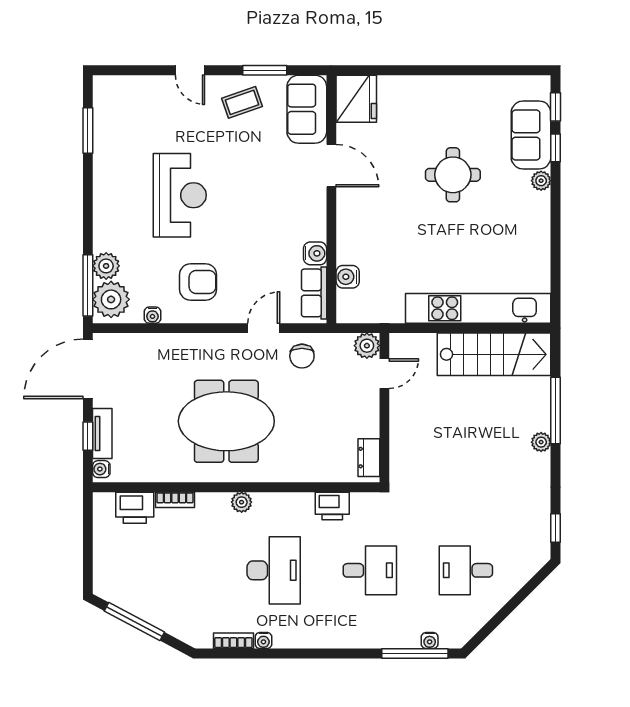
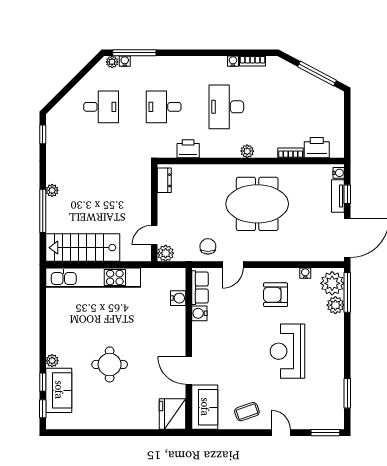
window: (265, 70) -> (325, 433), moved
plant: (449, 639) -> (112, 62), added

